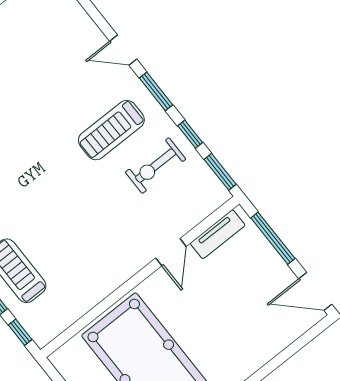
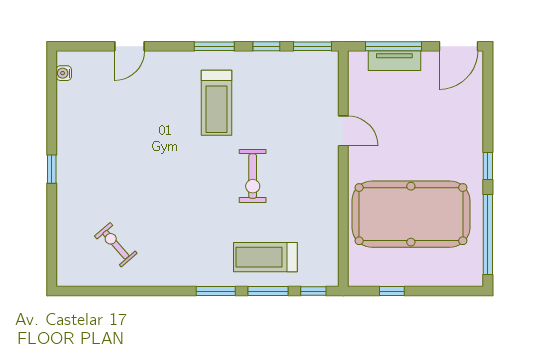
door: (123, 50) -> (130, 46), moved
exercise bike: (156, 166) -> (253, 176), moved
tv unit: (218, 234) -> (394, 61), moved, turned 90

